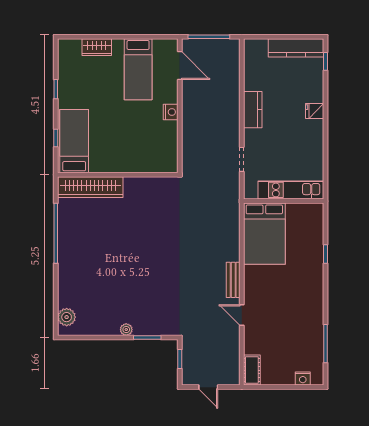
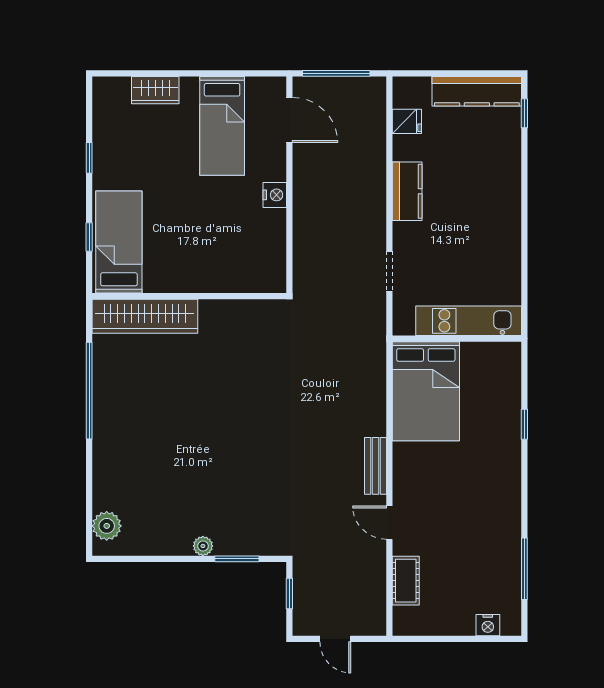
fridge: (315, 111) -> (407, 121), moved, turned 180
cot: (252, 370) -> (406, 581), moved

